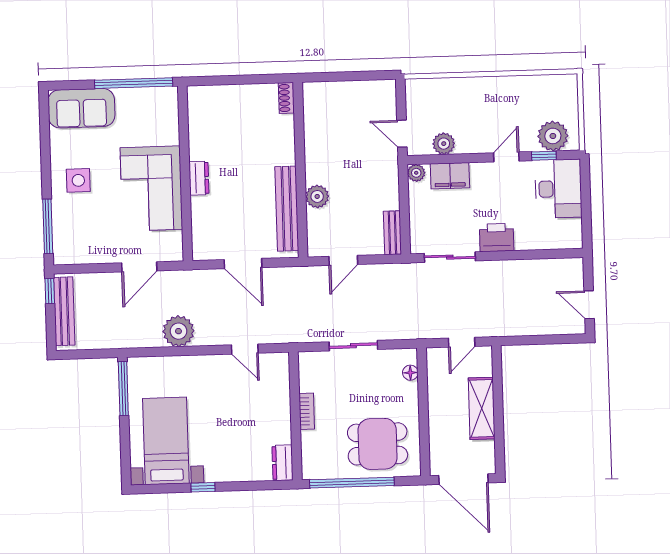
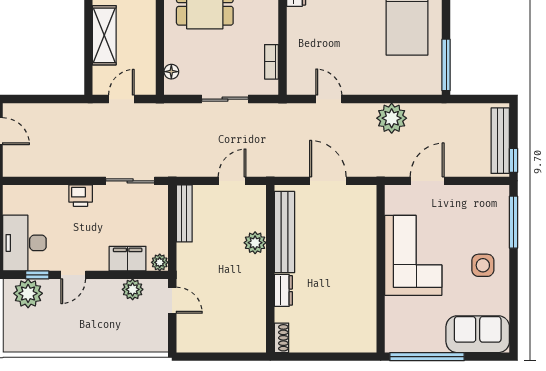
dresser: (199, 178) -> (283, 290), moved, turned 180
bench: (392, 233) -> (184, 213), width x1.36
printer: (497, 237) -> (81, 196), width x0.73, depth x0.81
bookcase: (307, 411) -> (272, 62), moved

